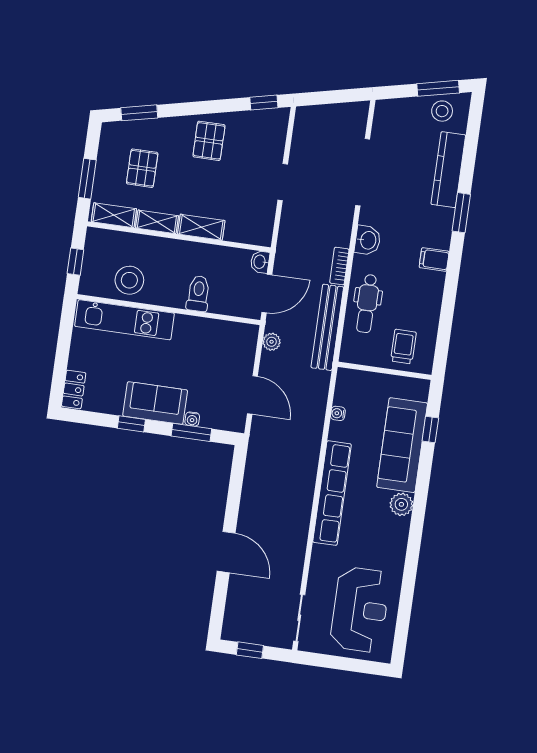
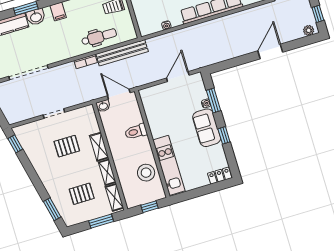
pallet: (209, 141) -> (67, 146), moved
washbasin: (368, 240) -> (36, 17), moved, turned 180
plant: (272, 342) -> (309, 30), moved

